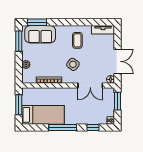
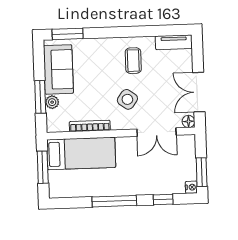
sofa: (40, 34) -> (58, 69), moved, turned -90
window: (19, 41) -> (40, 97), moved
double door: (118, 61) -> (199, 92), swing flipped
window: (118, 101) -> (202, 172), moved
bed: (43, 115) -> (81, 153), moved

